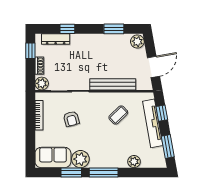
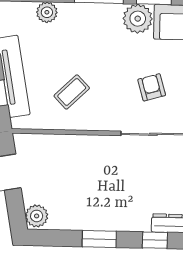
window: (114, 29) -> (99, 239), moved
bench: (113, 84) -> (80, 144), removed

